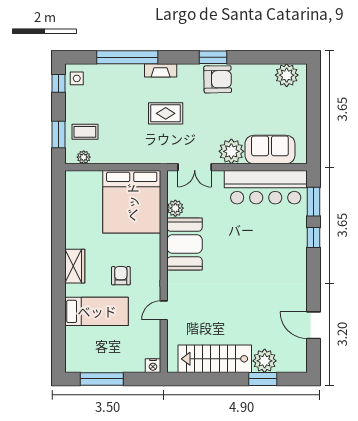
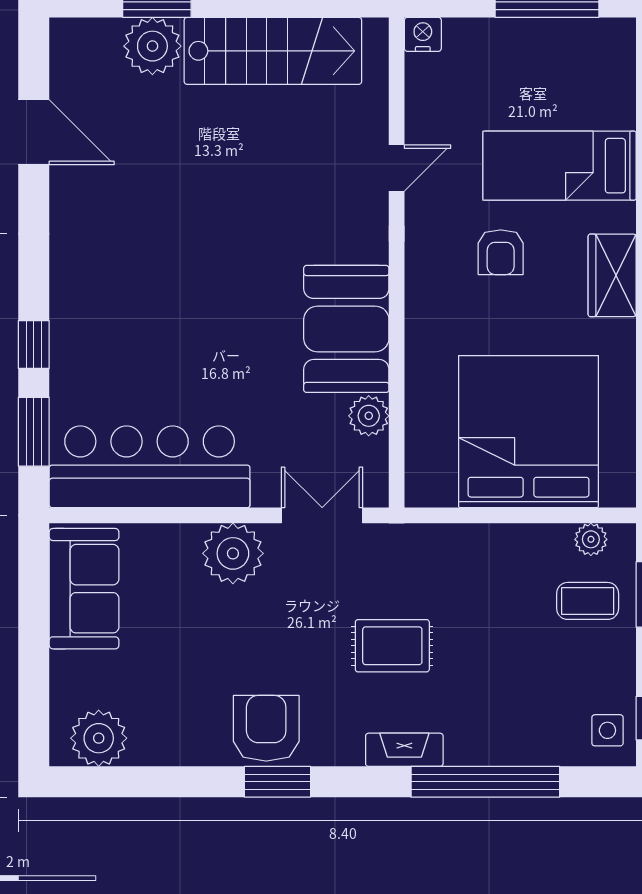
armchair: (218, 79) -> (266, 728), turned 91
sofa: (270, 150) -> (84, 589), moved, turned -90
bed: (132, 202) -> (528, 432), moved

